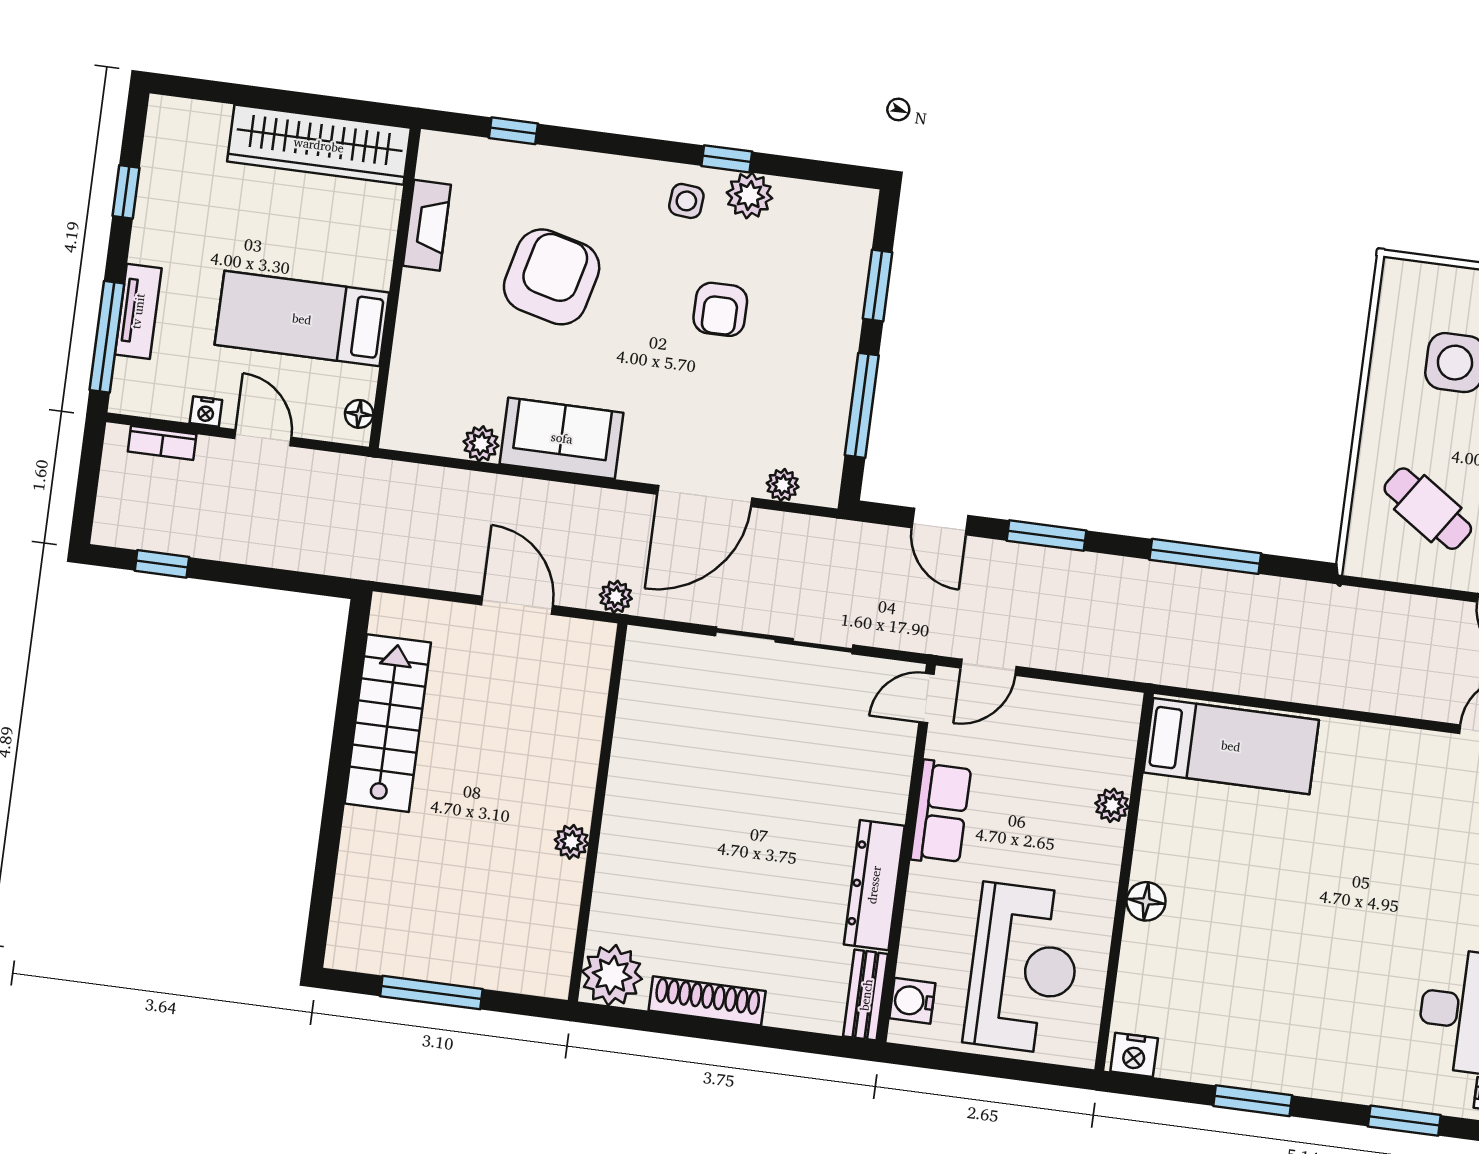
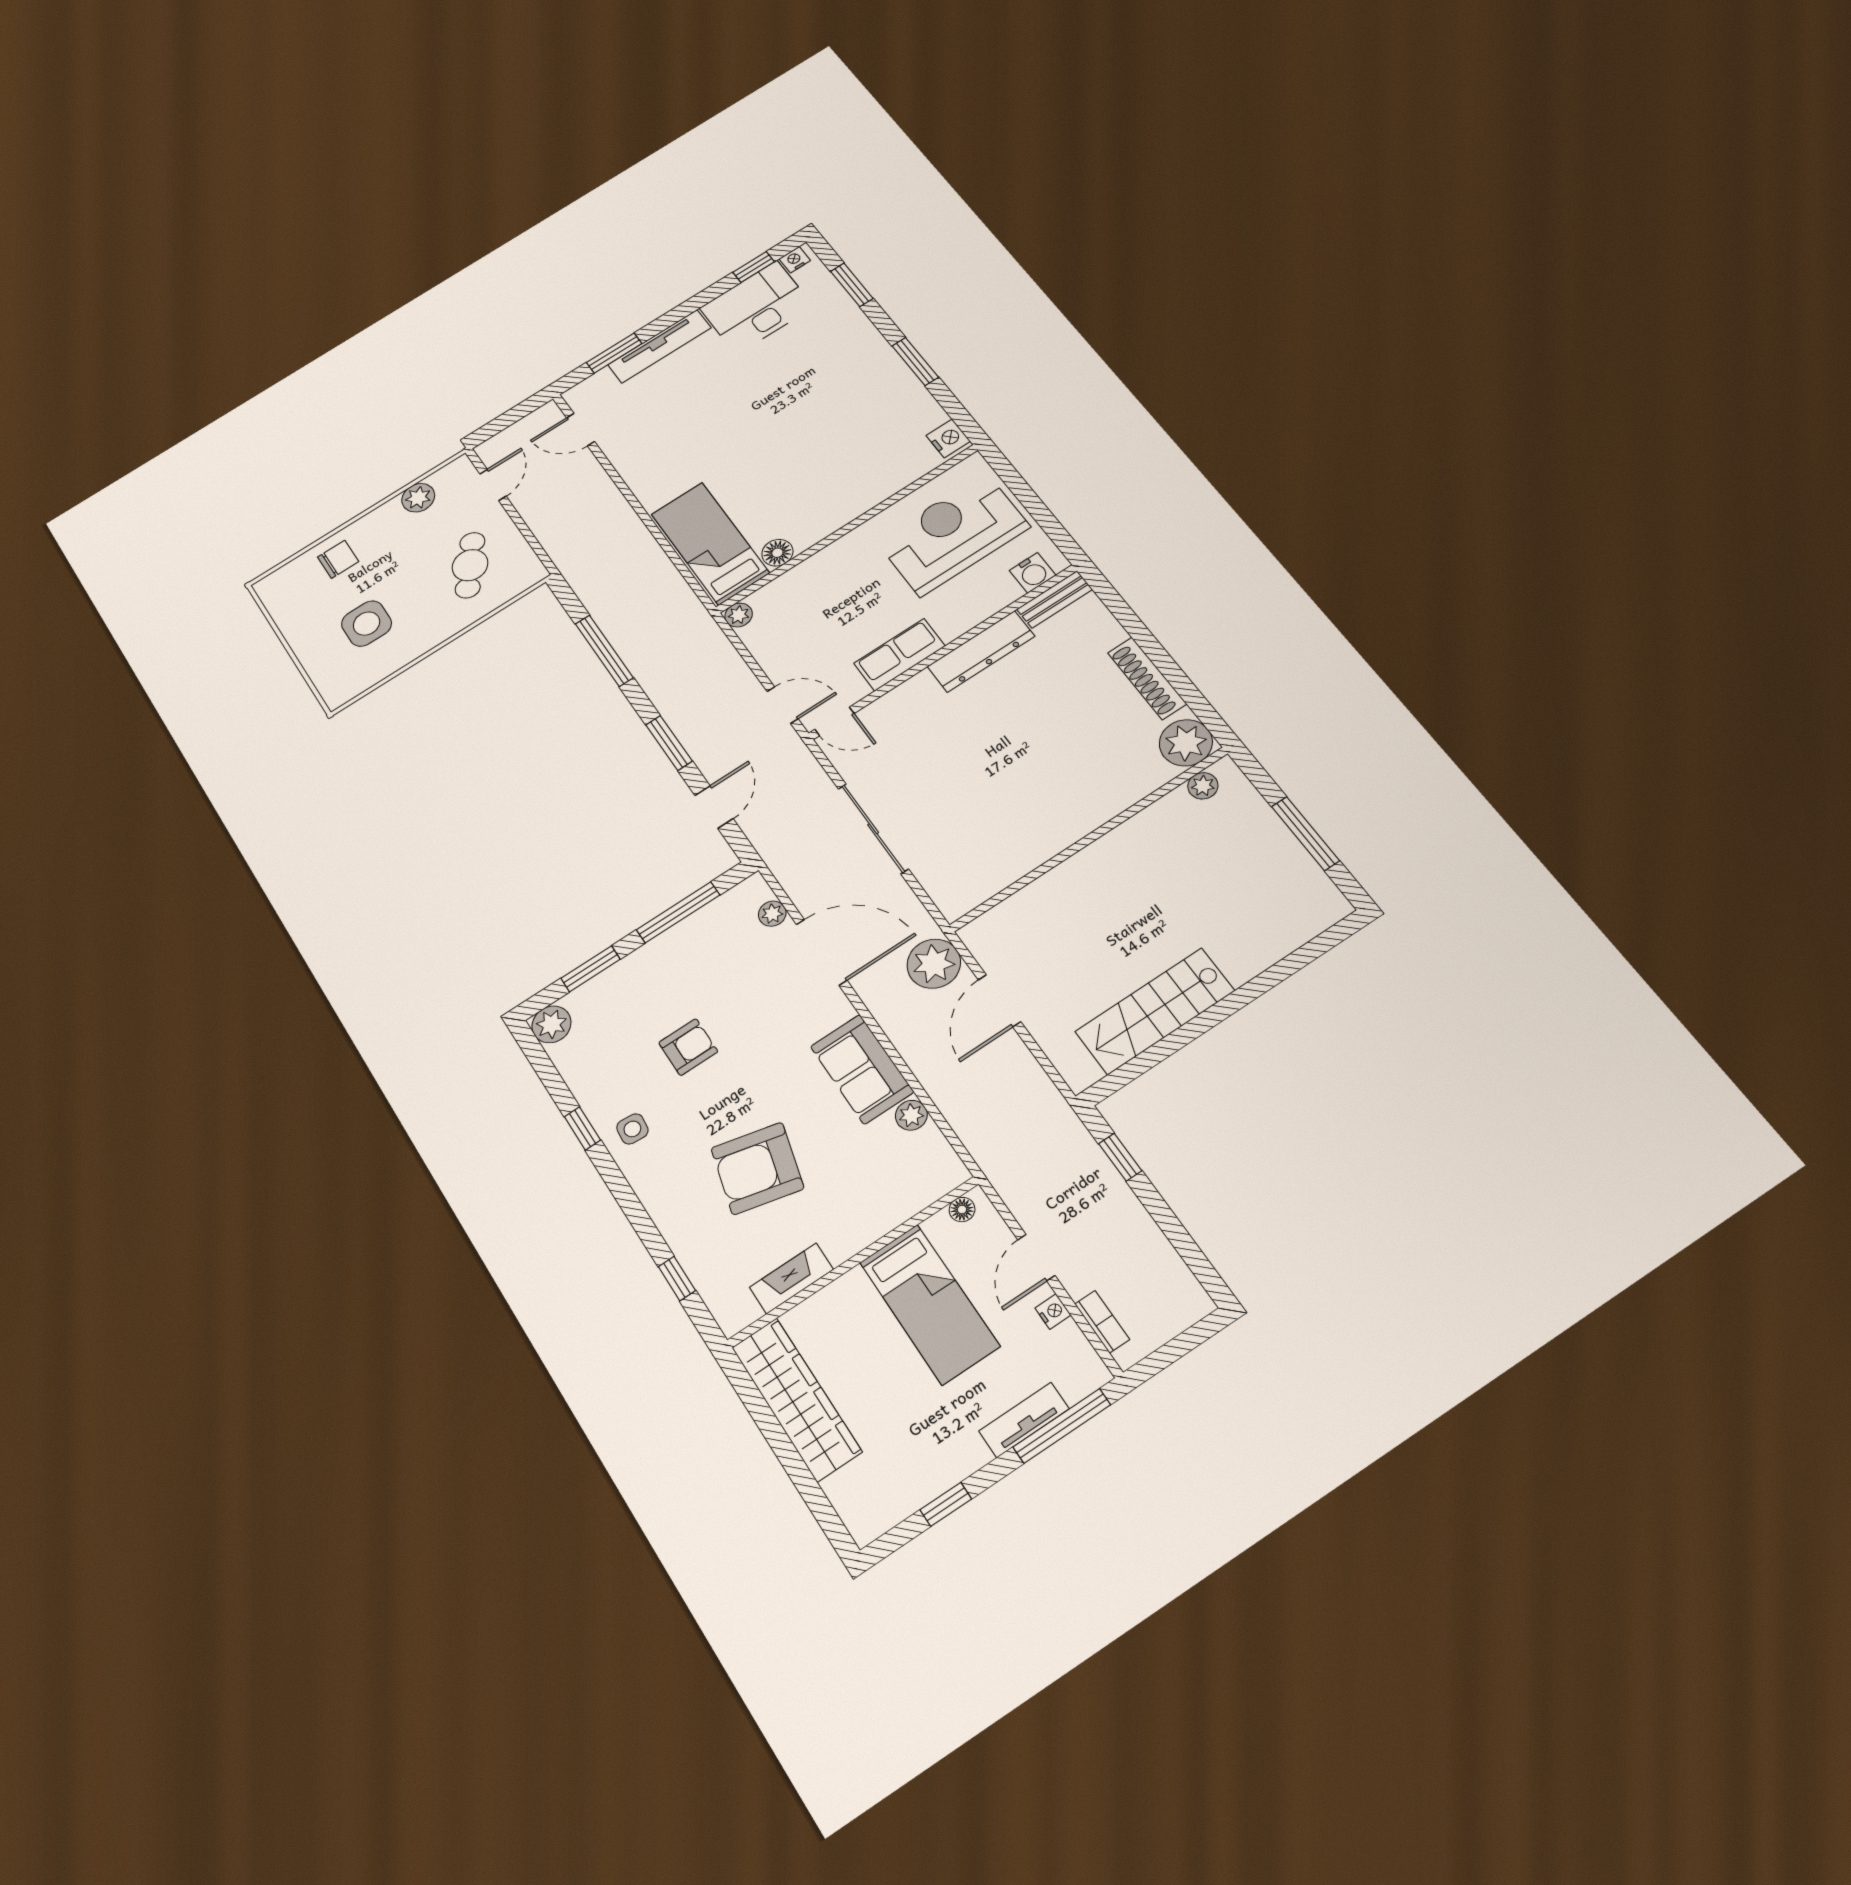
plant: (749, 195) -> (551, 1024), moved
window: (162, 564) -> (1120, 1157), moved
plant: (616, 597) -> (934, 964), width x1.87, depth x1.87
plant: (1112, 805) -> (739, 615), moved
plant: (572, 842) -> (1203, 786), moved
floor lamp: (1146, 901) -> (777, 553), moved

